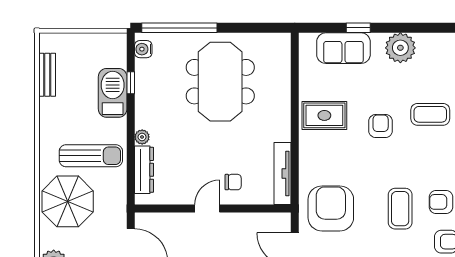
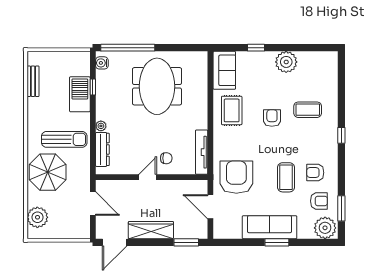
sofa: (343, 48) -> (224, 70), moved, turned -90
rug: (324, 115) -> (232, 110), turned 90

